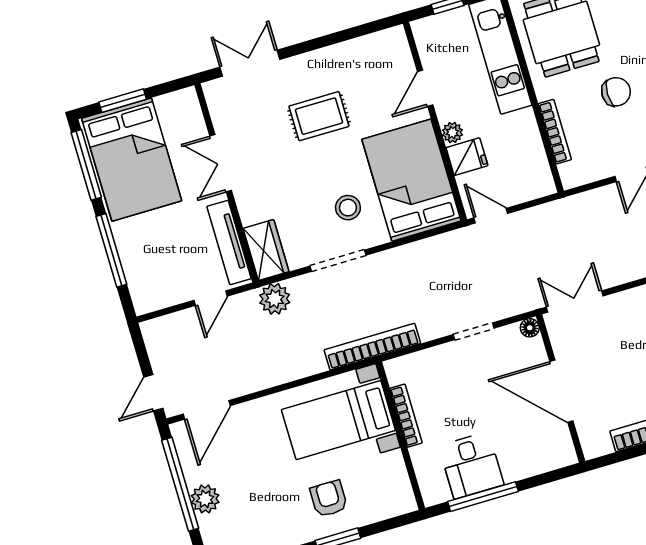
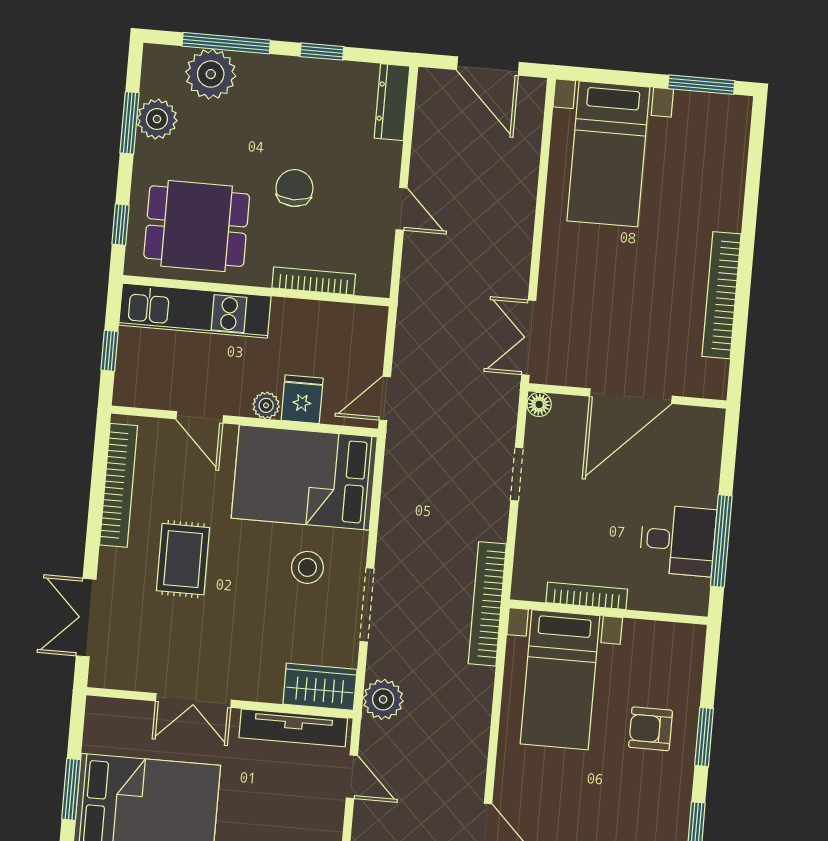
bookcase: (354, 49) -> (119, 485), added

